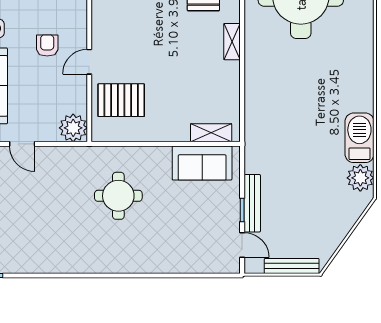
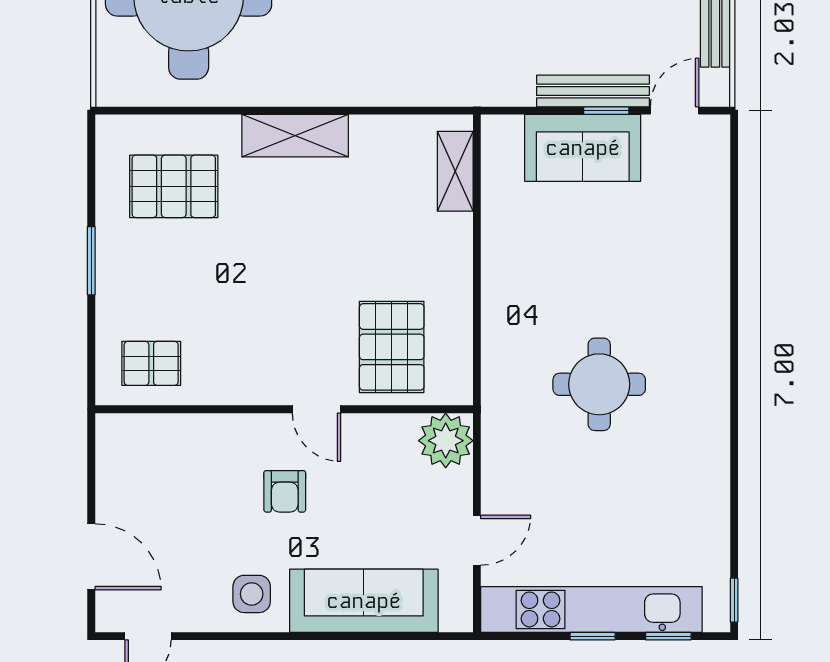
shelving: (232, 42) -> (295, 136), width x1.50, depth x1.33
armchair: (47, 45) -> (285, 491), turned -90
sofa: (202, 163) -> (583, 148), moved, turned 90
round table: (118, 196) -> (599, 384), moved

